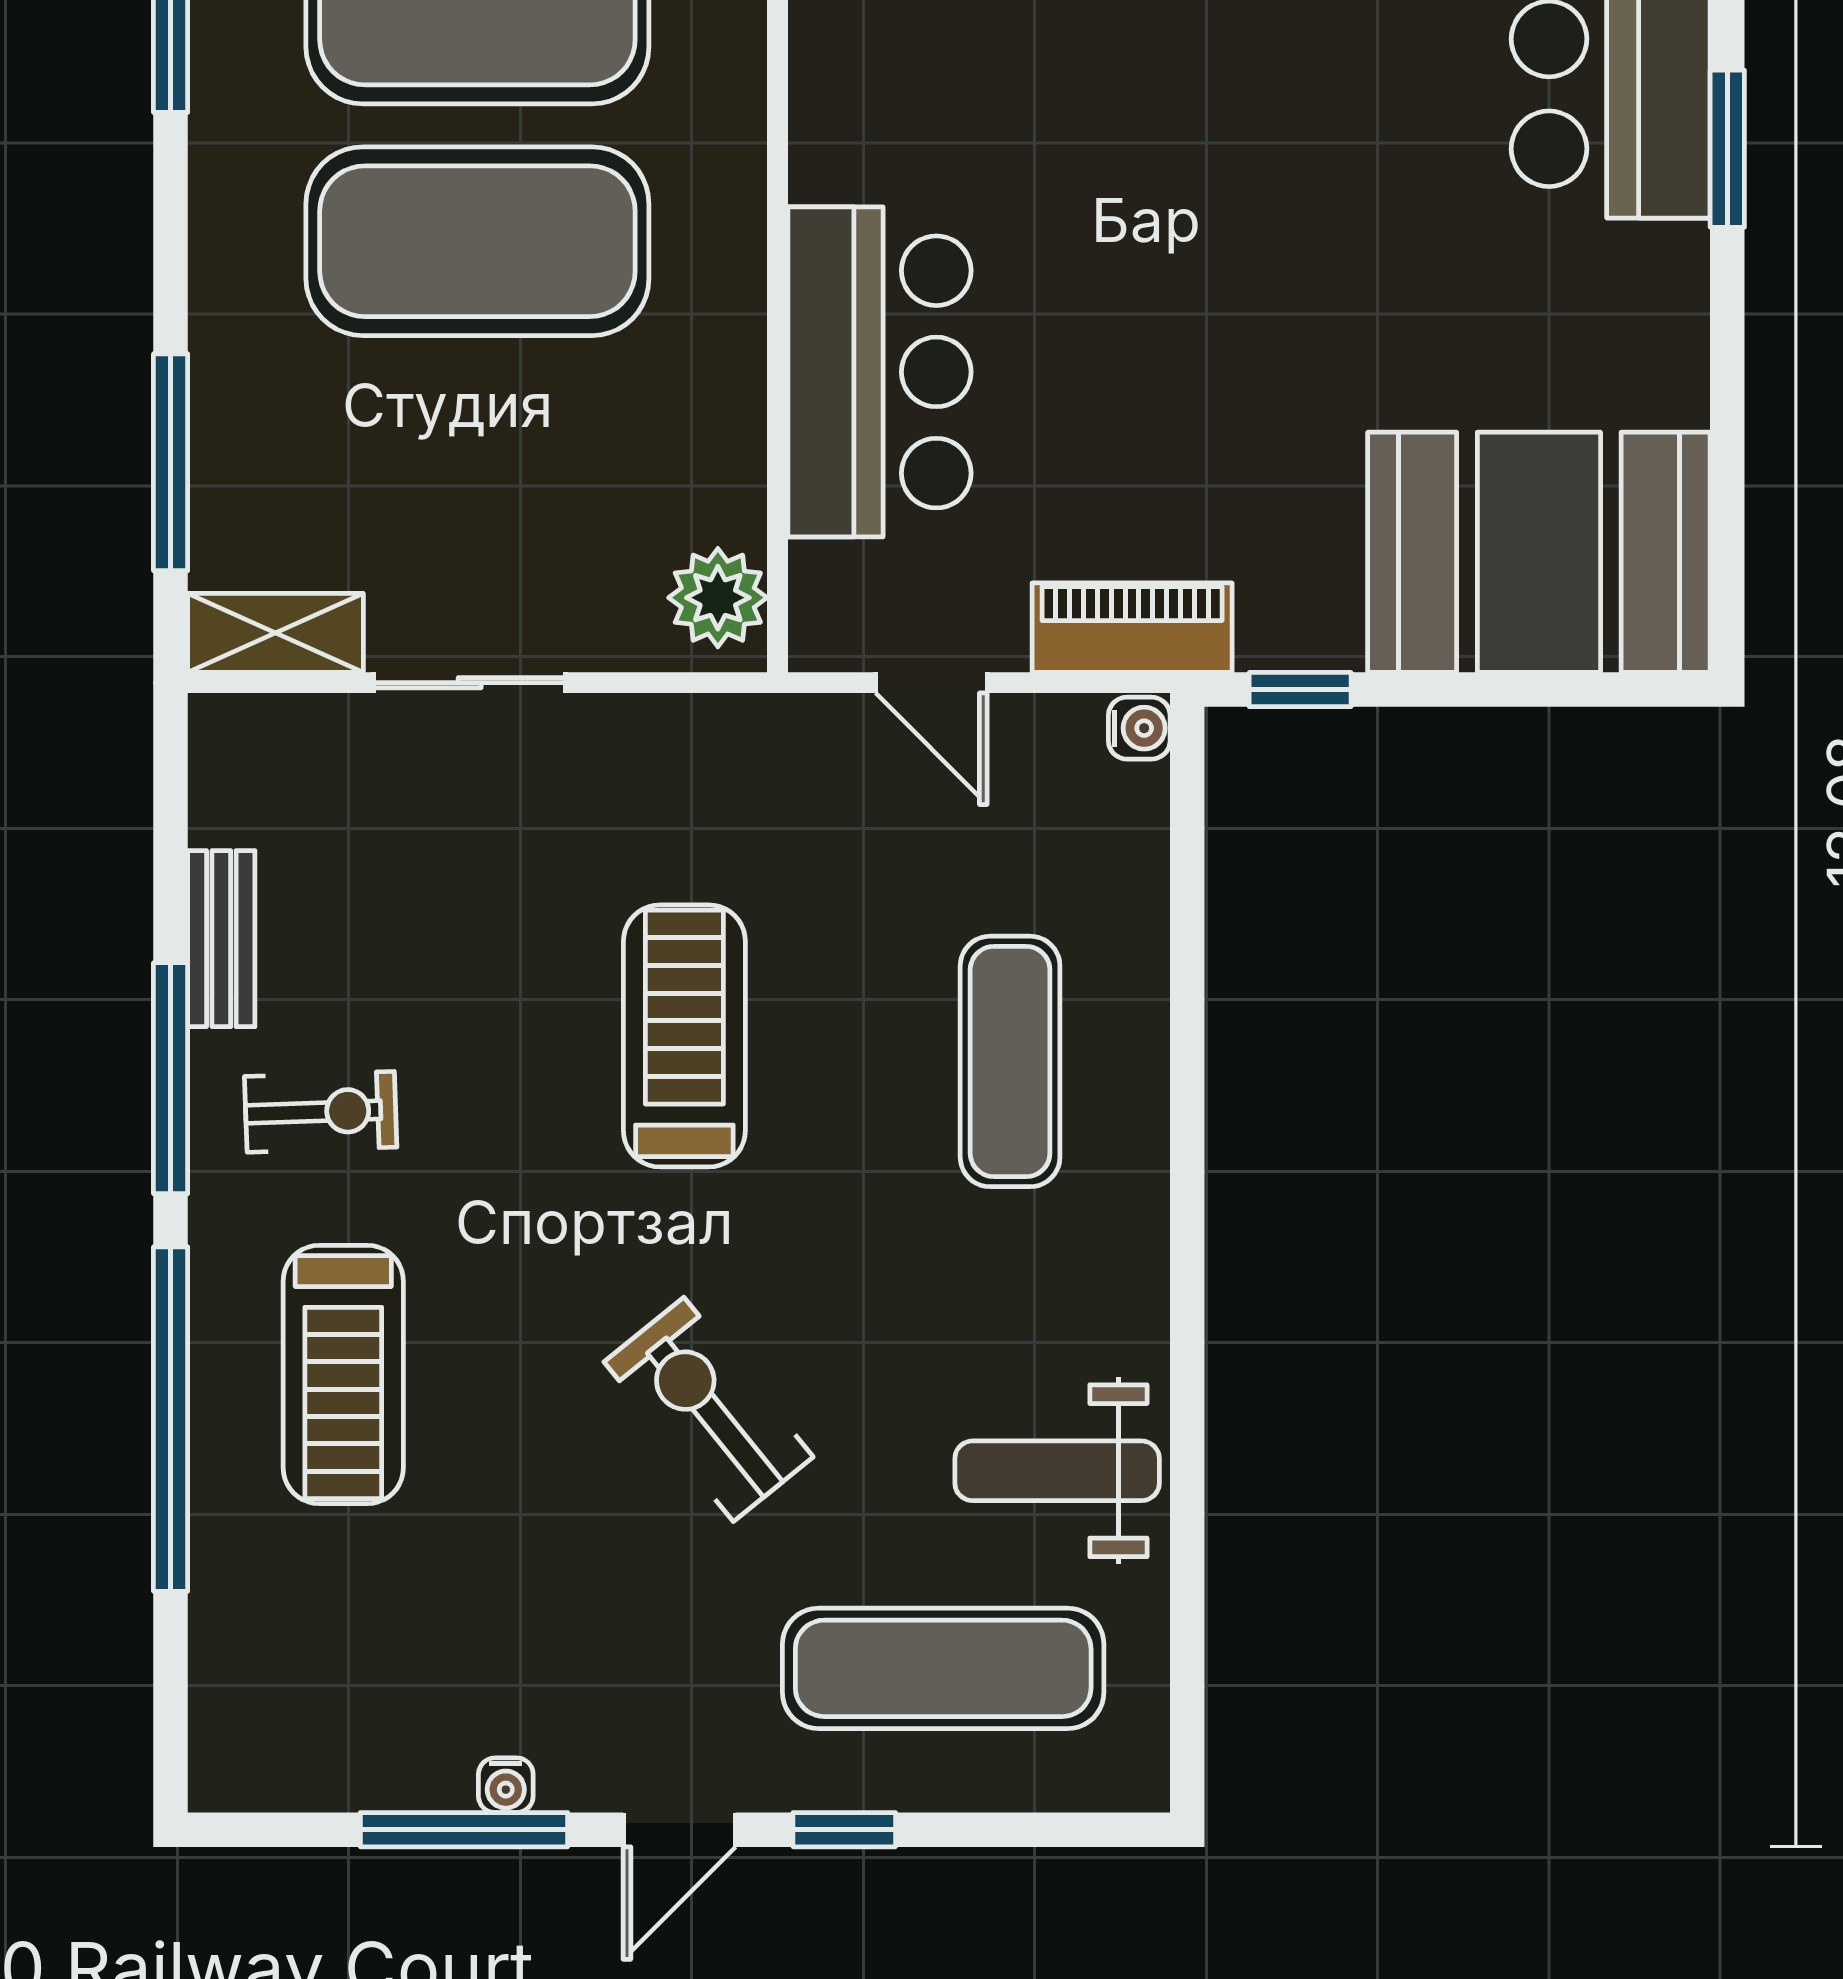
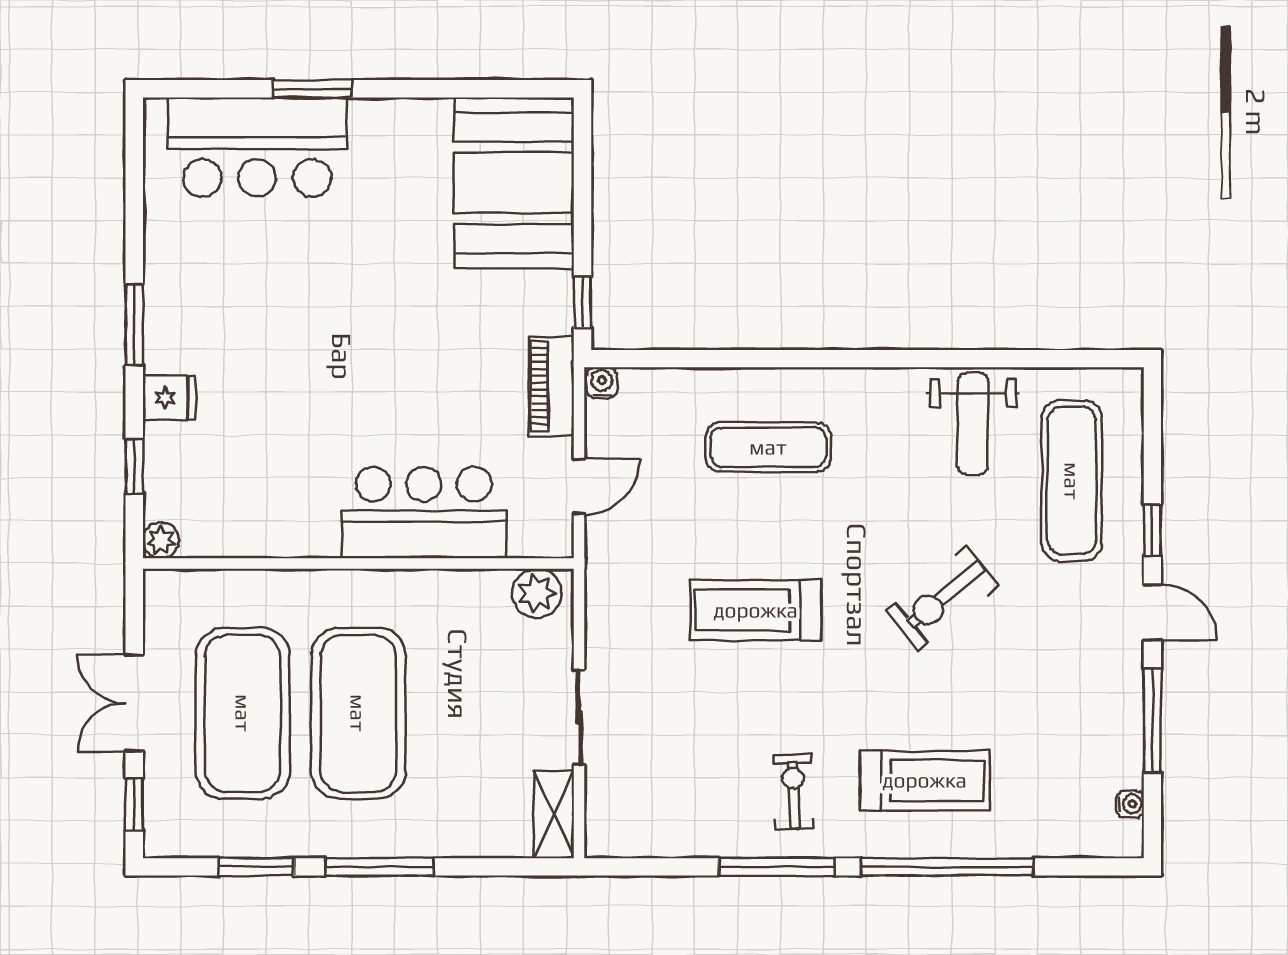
window: (171, 462) -> (380, 867), moved
bench: (221, 939) -> (707, 841), removed
water cooler: (506, 1785) -> (1130, 804), moved

